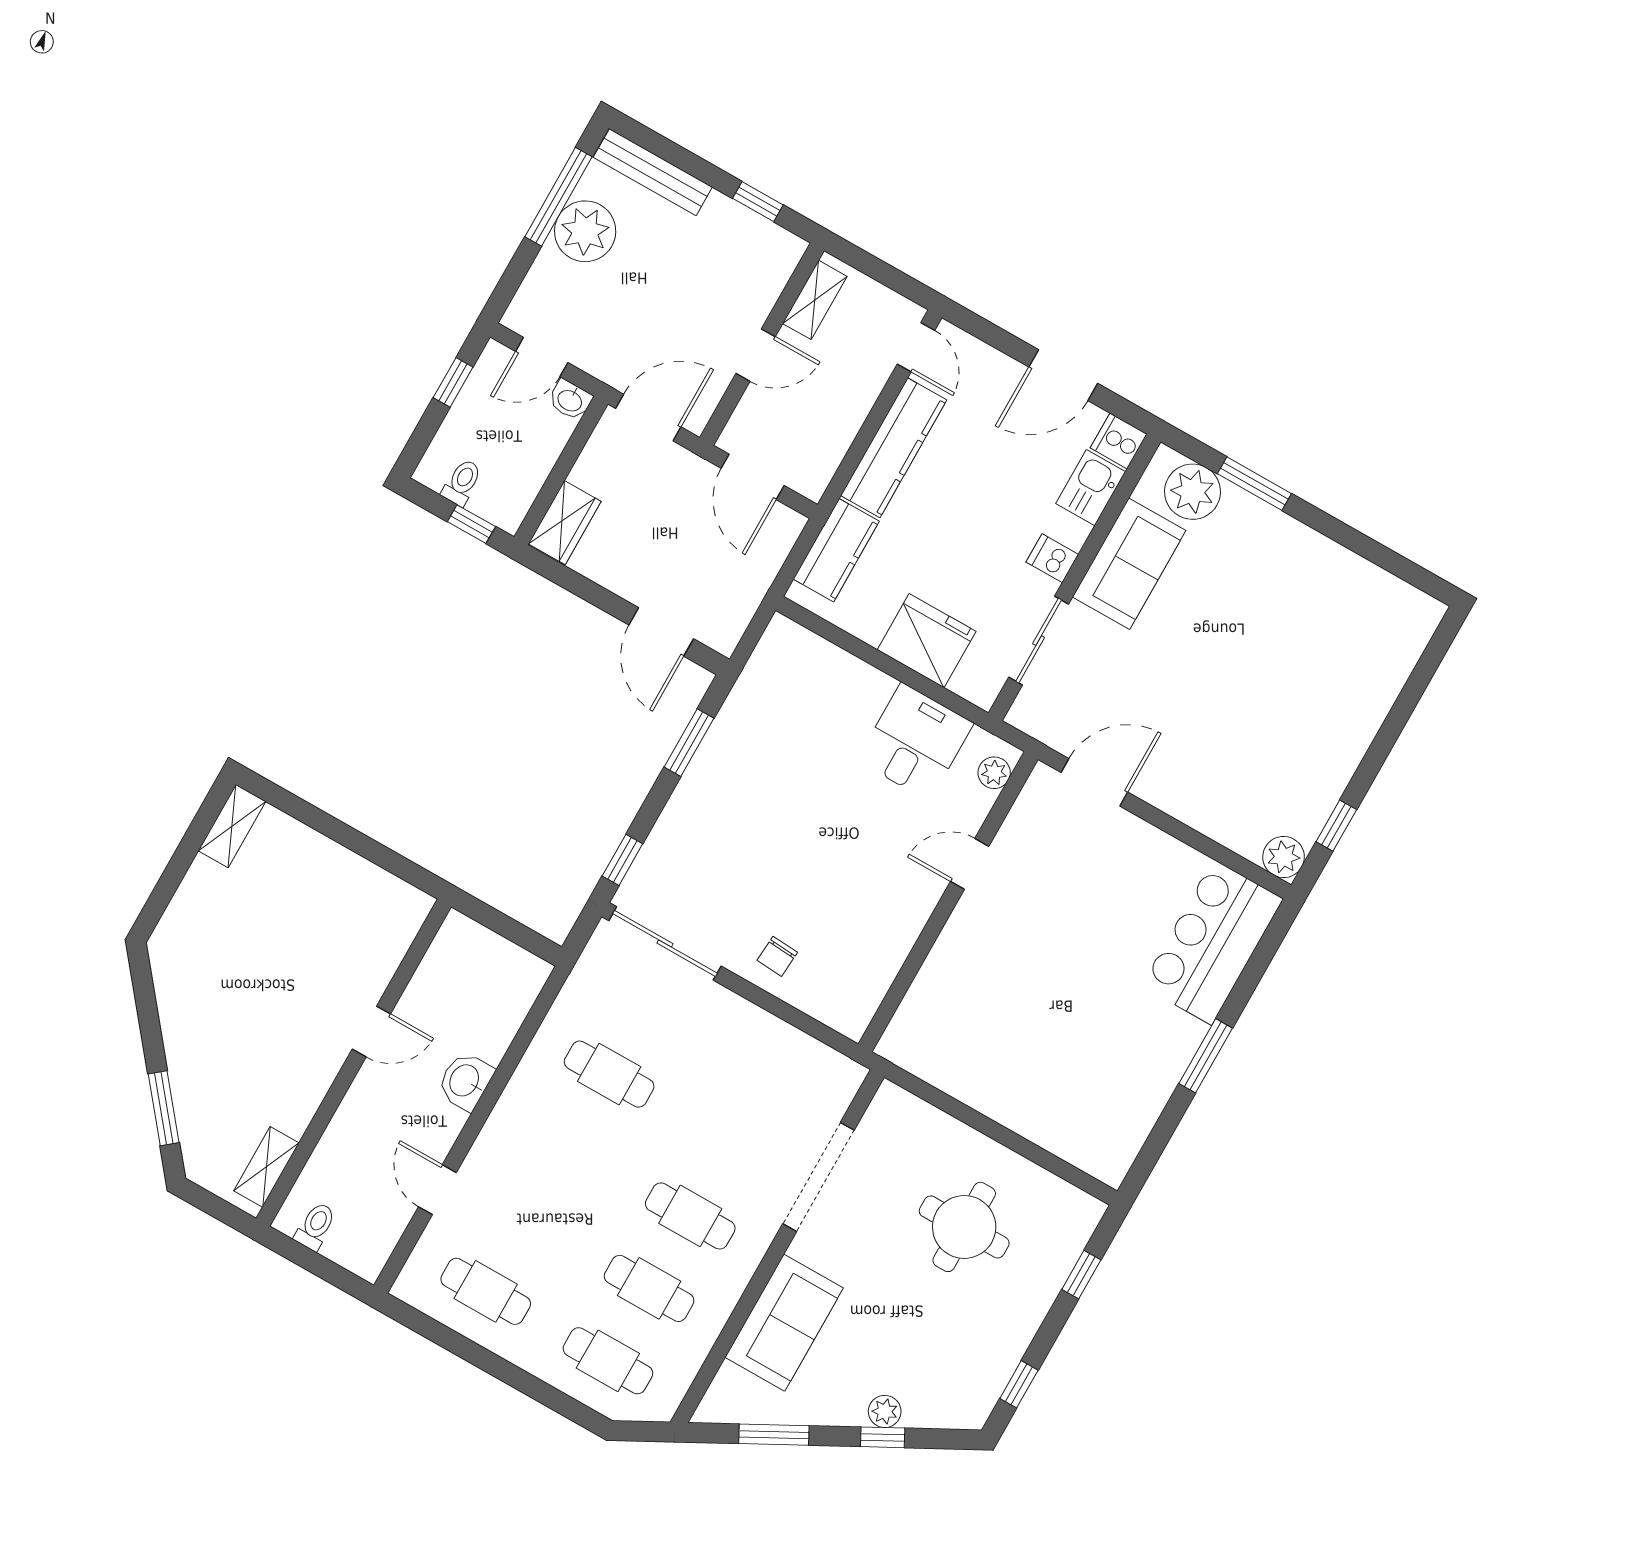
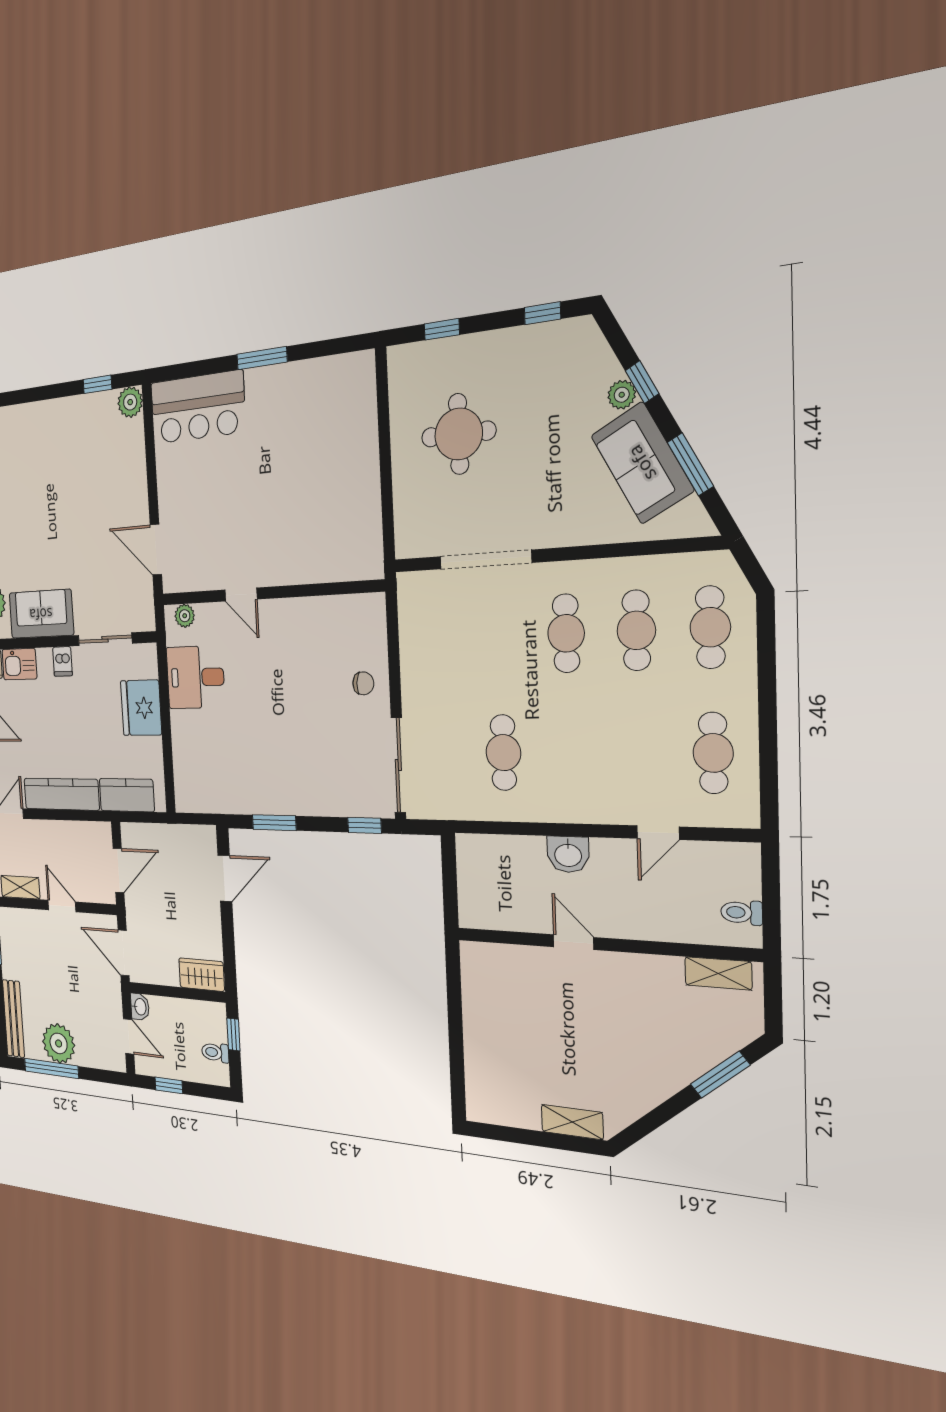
shelving: (232, 826) -> (572, 1122), moved
sofa: (784, 1323) -> (642, 463), moved, turned -118

